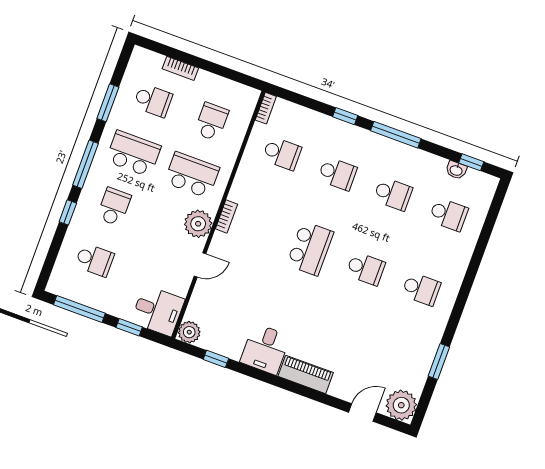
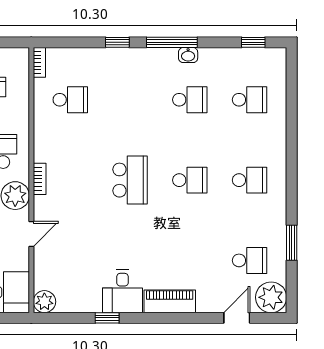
washbasin: (456, 170) -> (188, 55), moved
school desk: (337, 174) -> (250, 260), moved
window: (216, 359) -> (107, 318), moved

